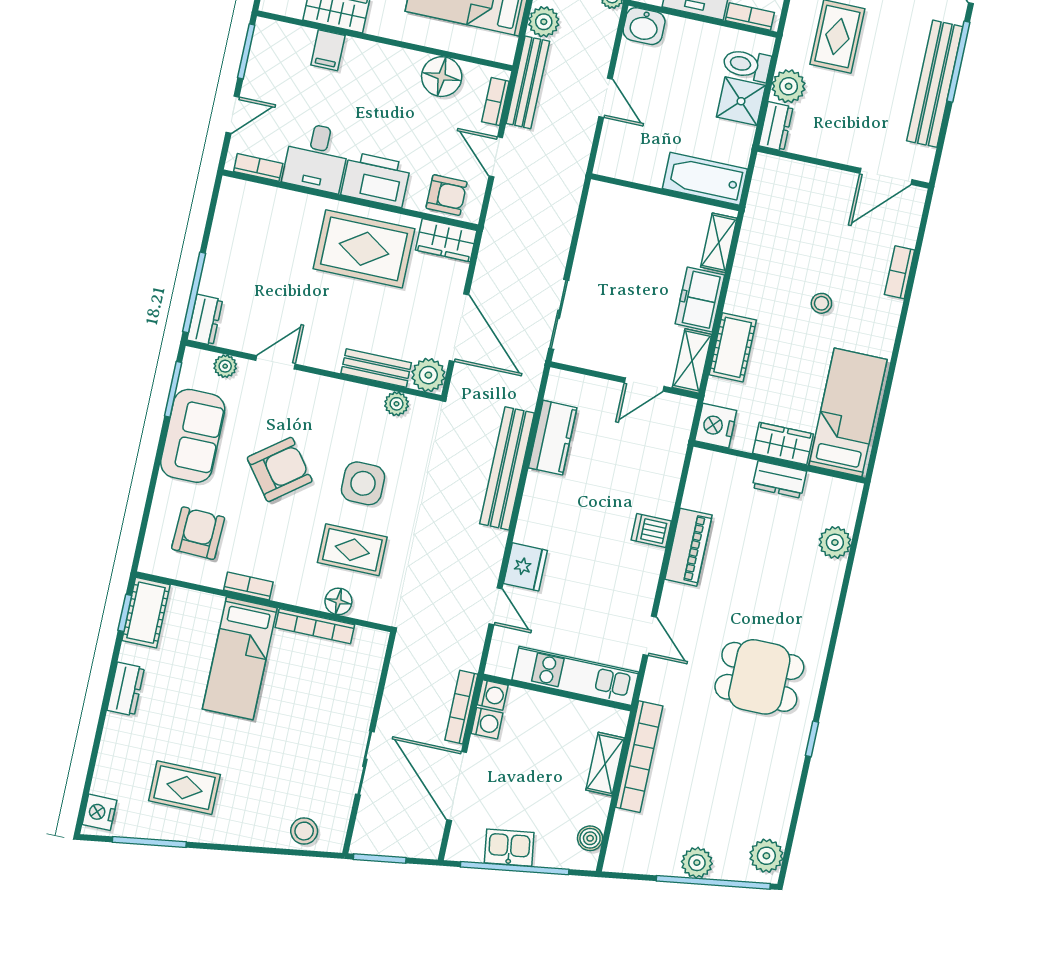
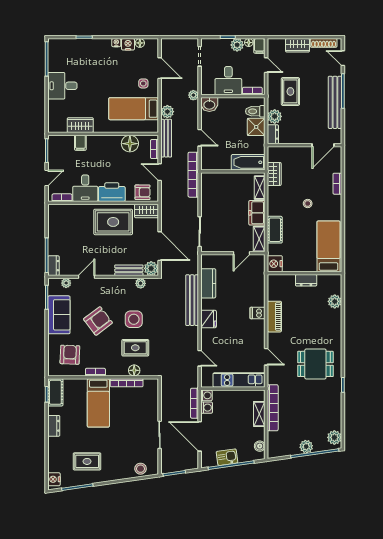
bookcase: (572, 180) -> (193, 175), added
wardrobe: (783, 444) -> (274, 174), moved, turned 90
fridge: (525, 567) -> (209, 319), moved

